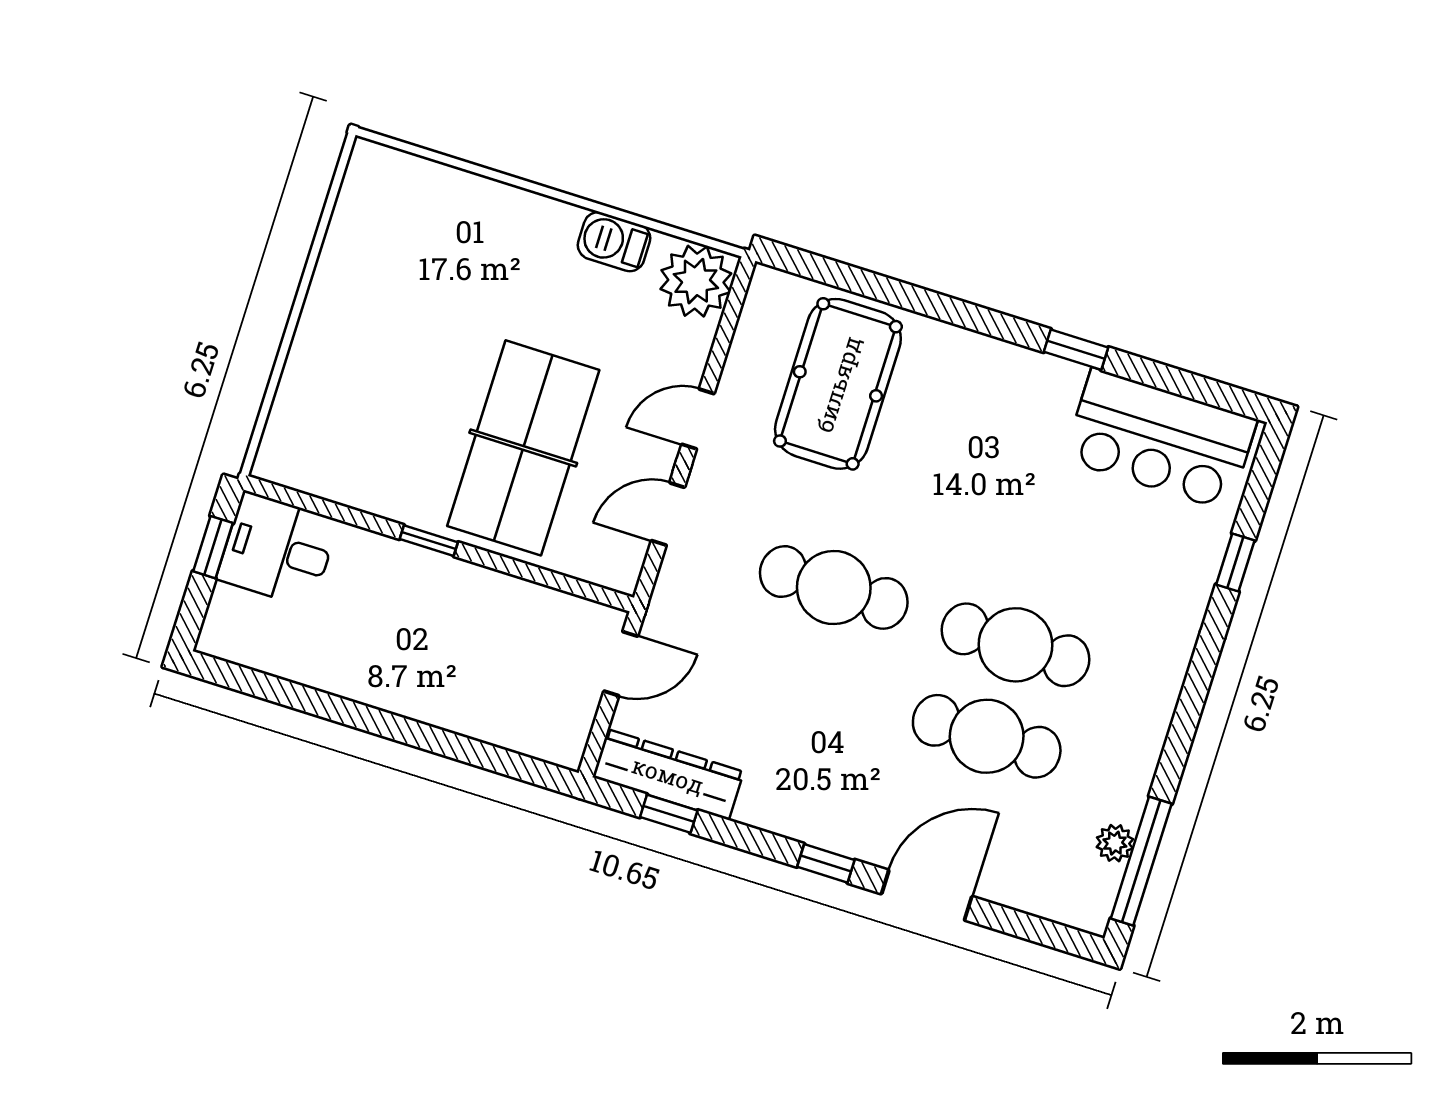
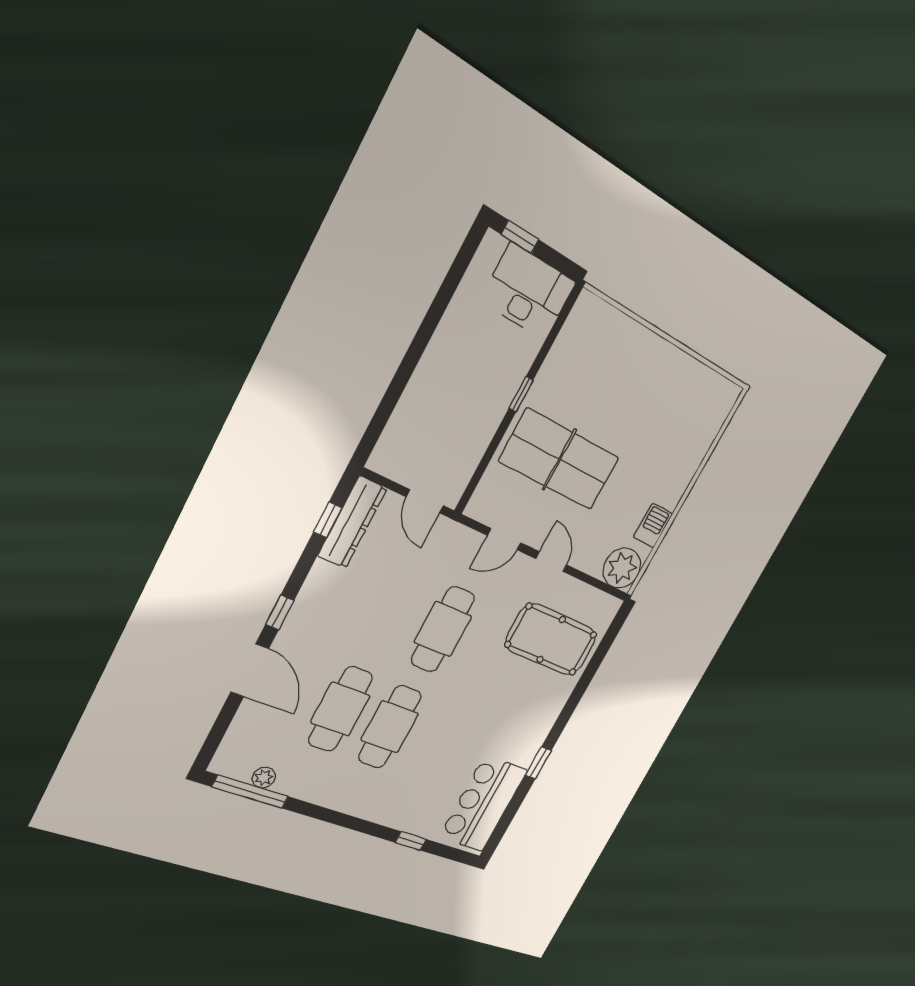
door: (668, 514) -> (504, 539), swing flipped
window: (213, 547) -> (520, 237), moved
desk: (278, 550) -> (528, 292), width x1.37

